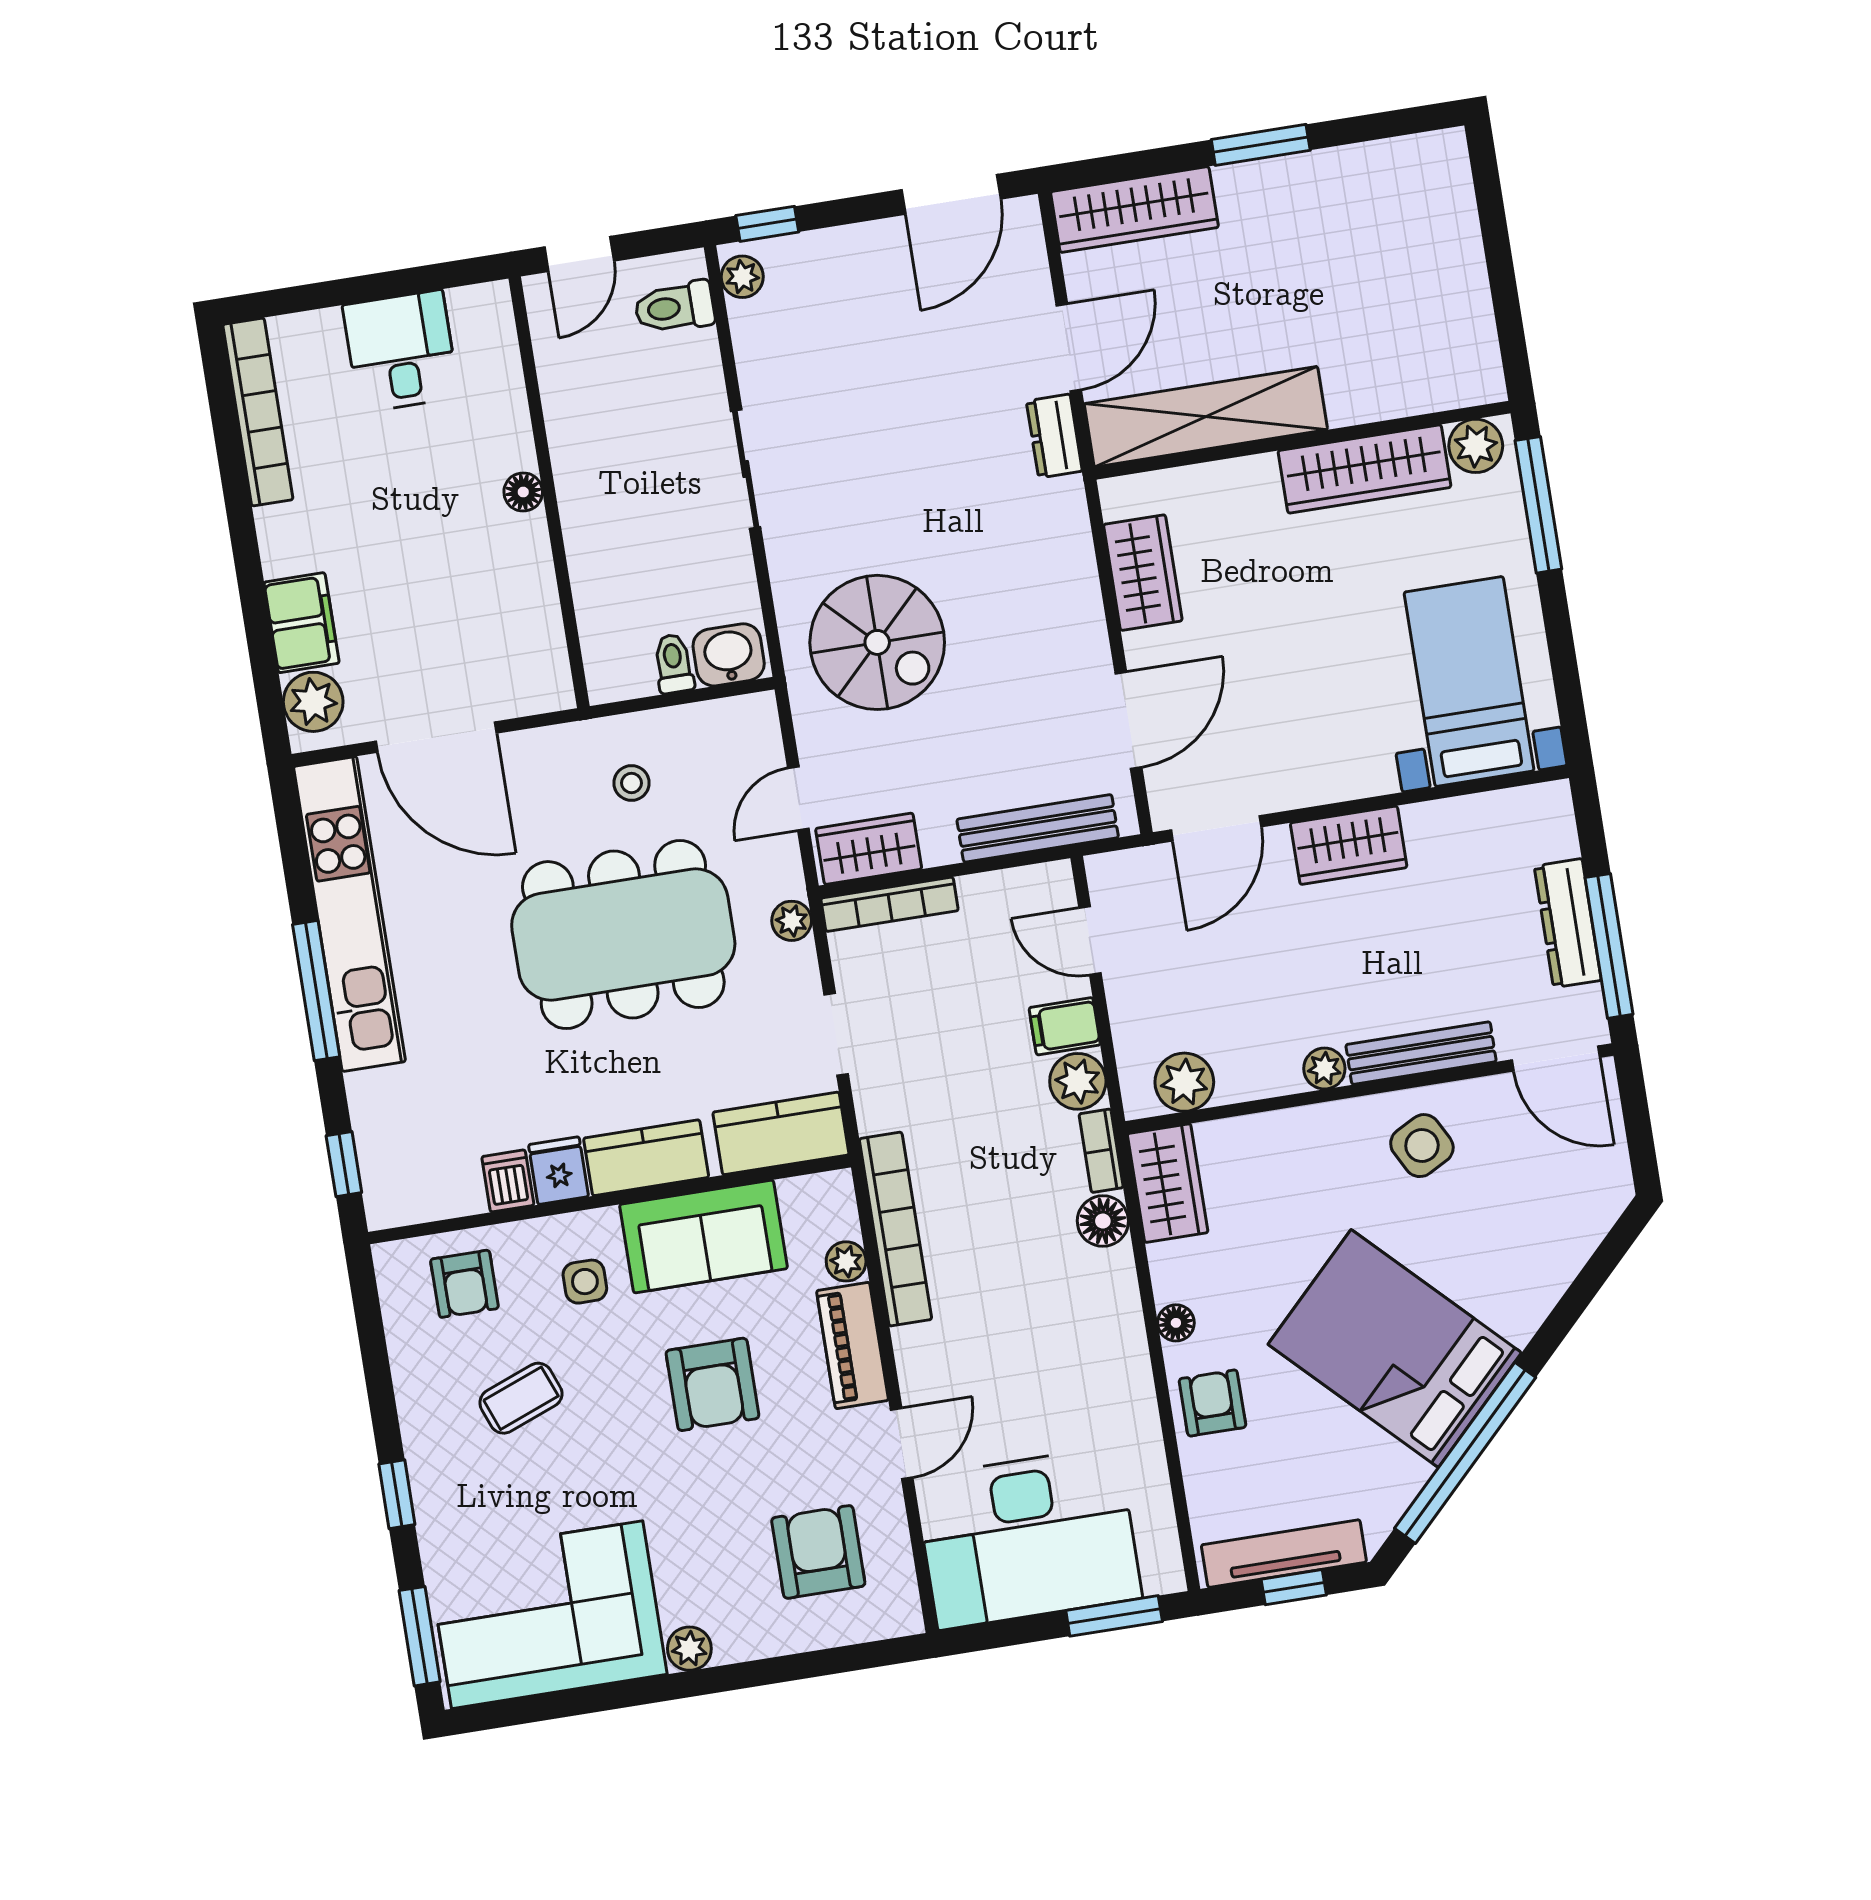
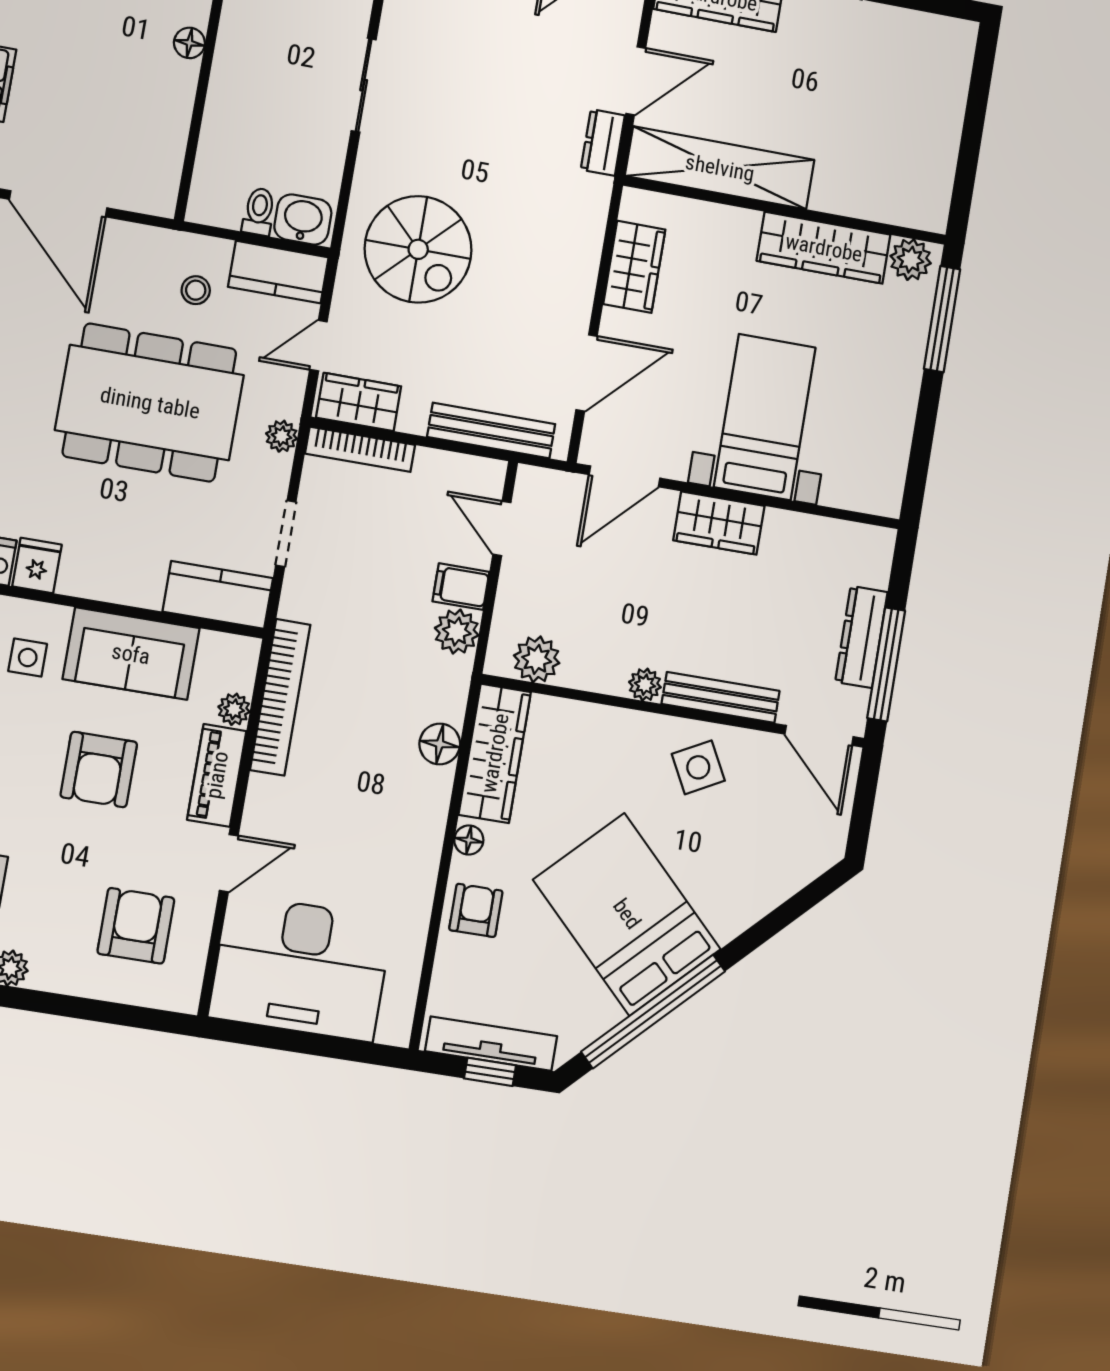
bed with nightstands: (1469, 682) -> (765, 417), moved
bookcase: (1101, 1151) -> (456, 690), removed
kitchen counter: (646, 1158) -> (278, 272), moved, turned 180
wardrobe: (1168, 1183) -> (495, 753), width x1.50
window: (1114, 1616) -> (346, 1049), removed

